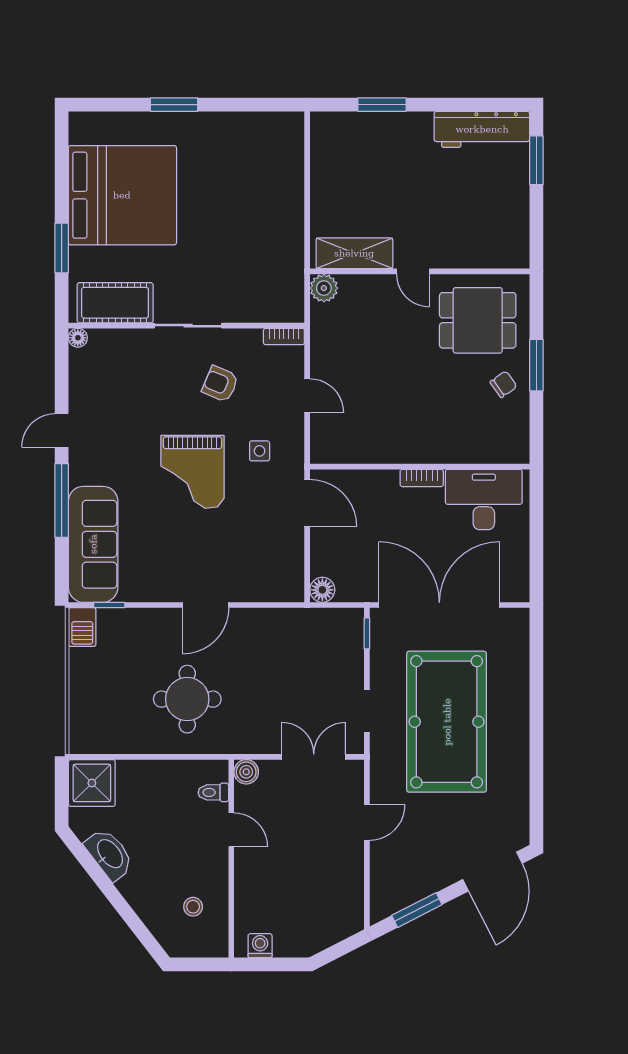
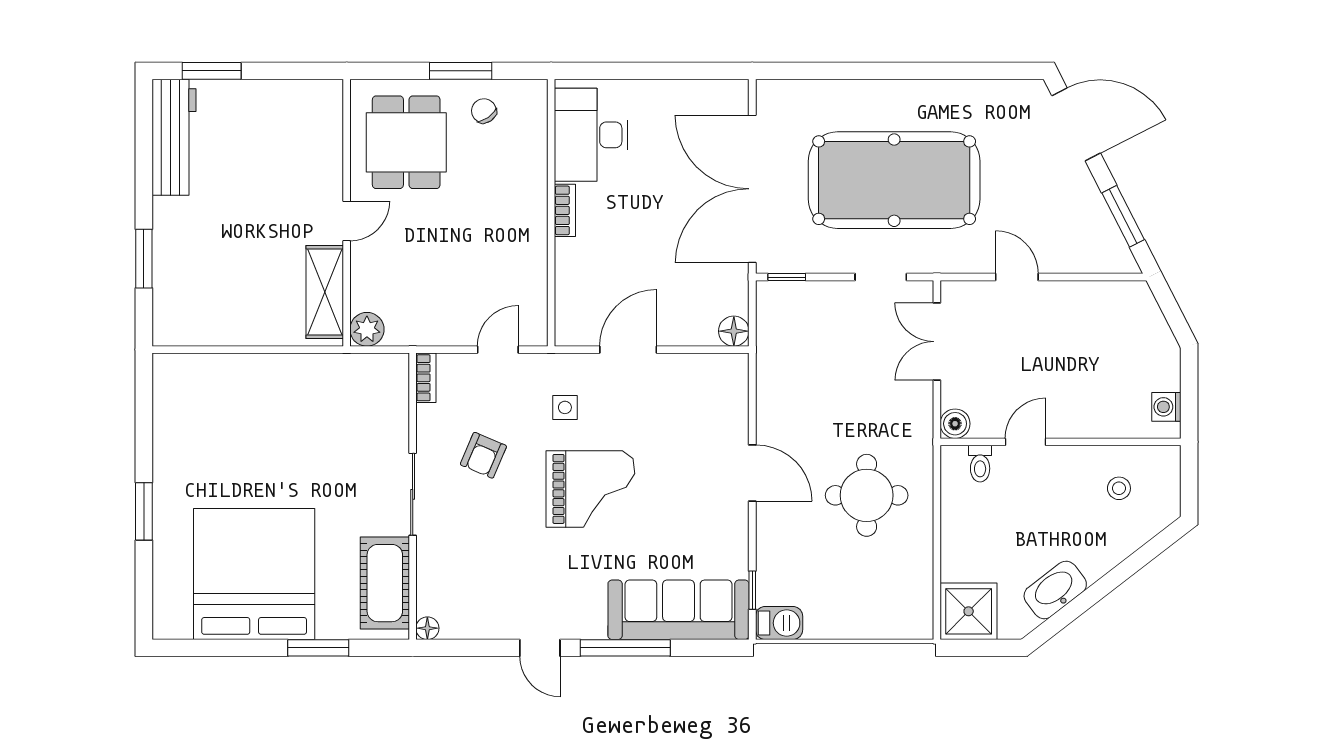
wall: (420, 467) -> (551, 213), moved
bookcase: (422, 478) -> (565, 210), moved
desk: (484, 500) -> (591, 135), moved

